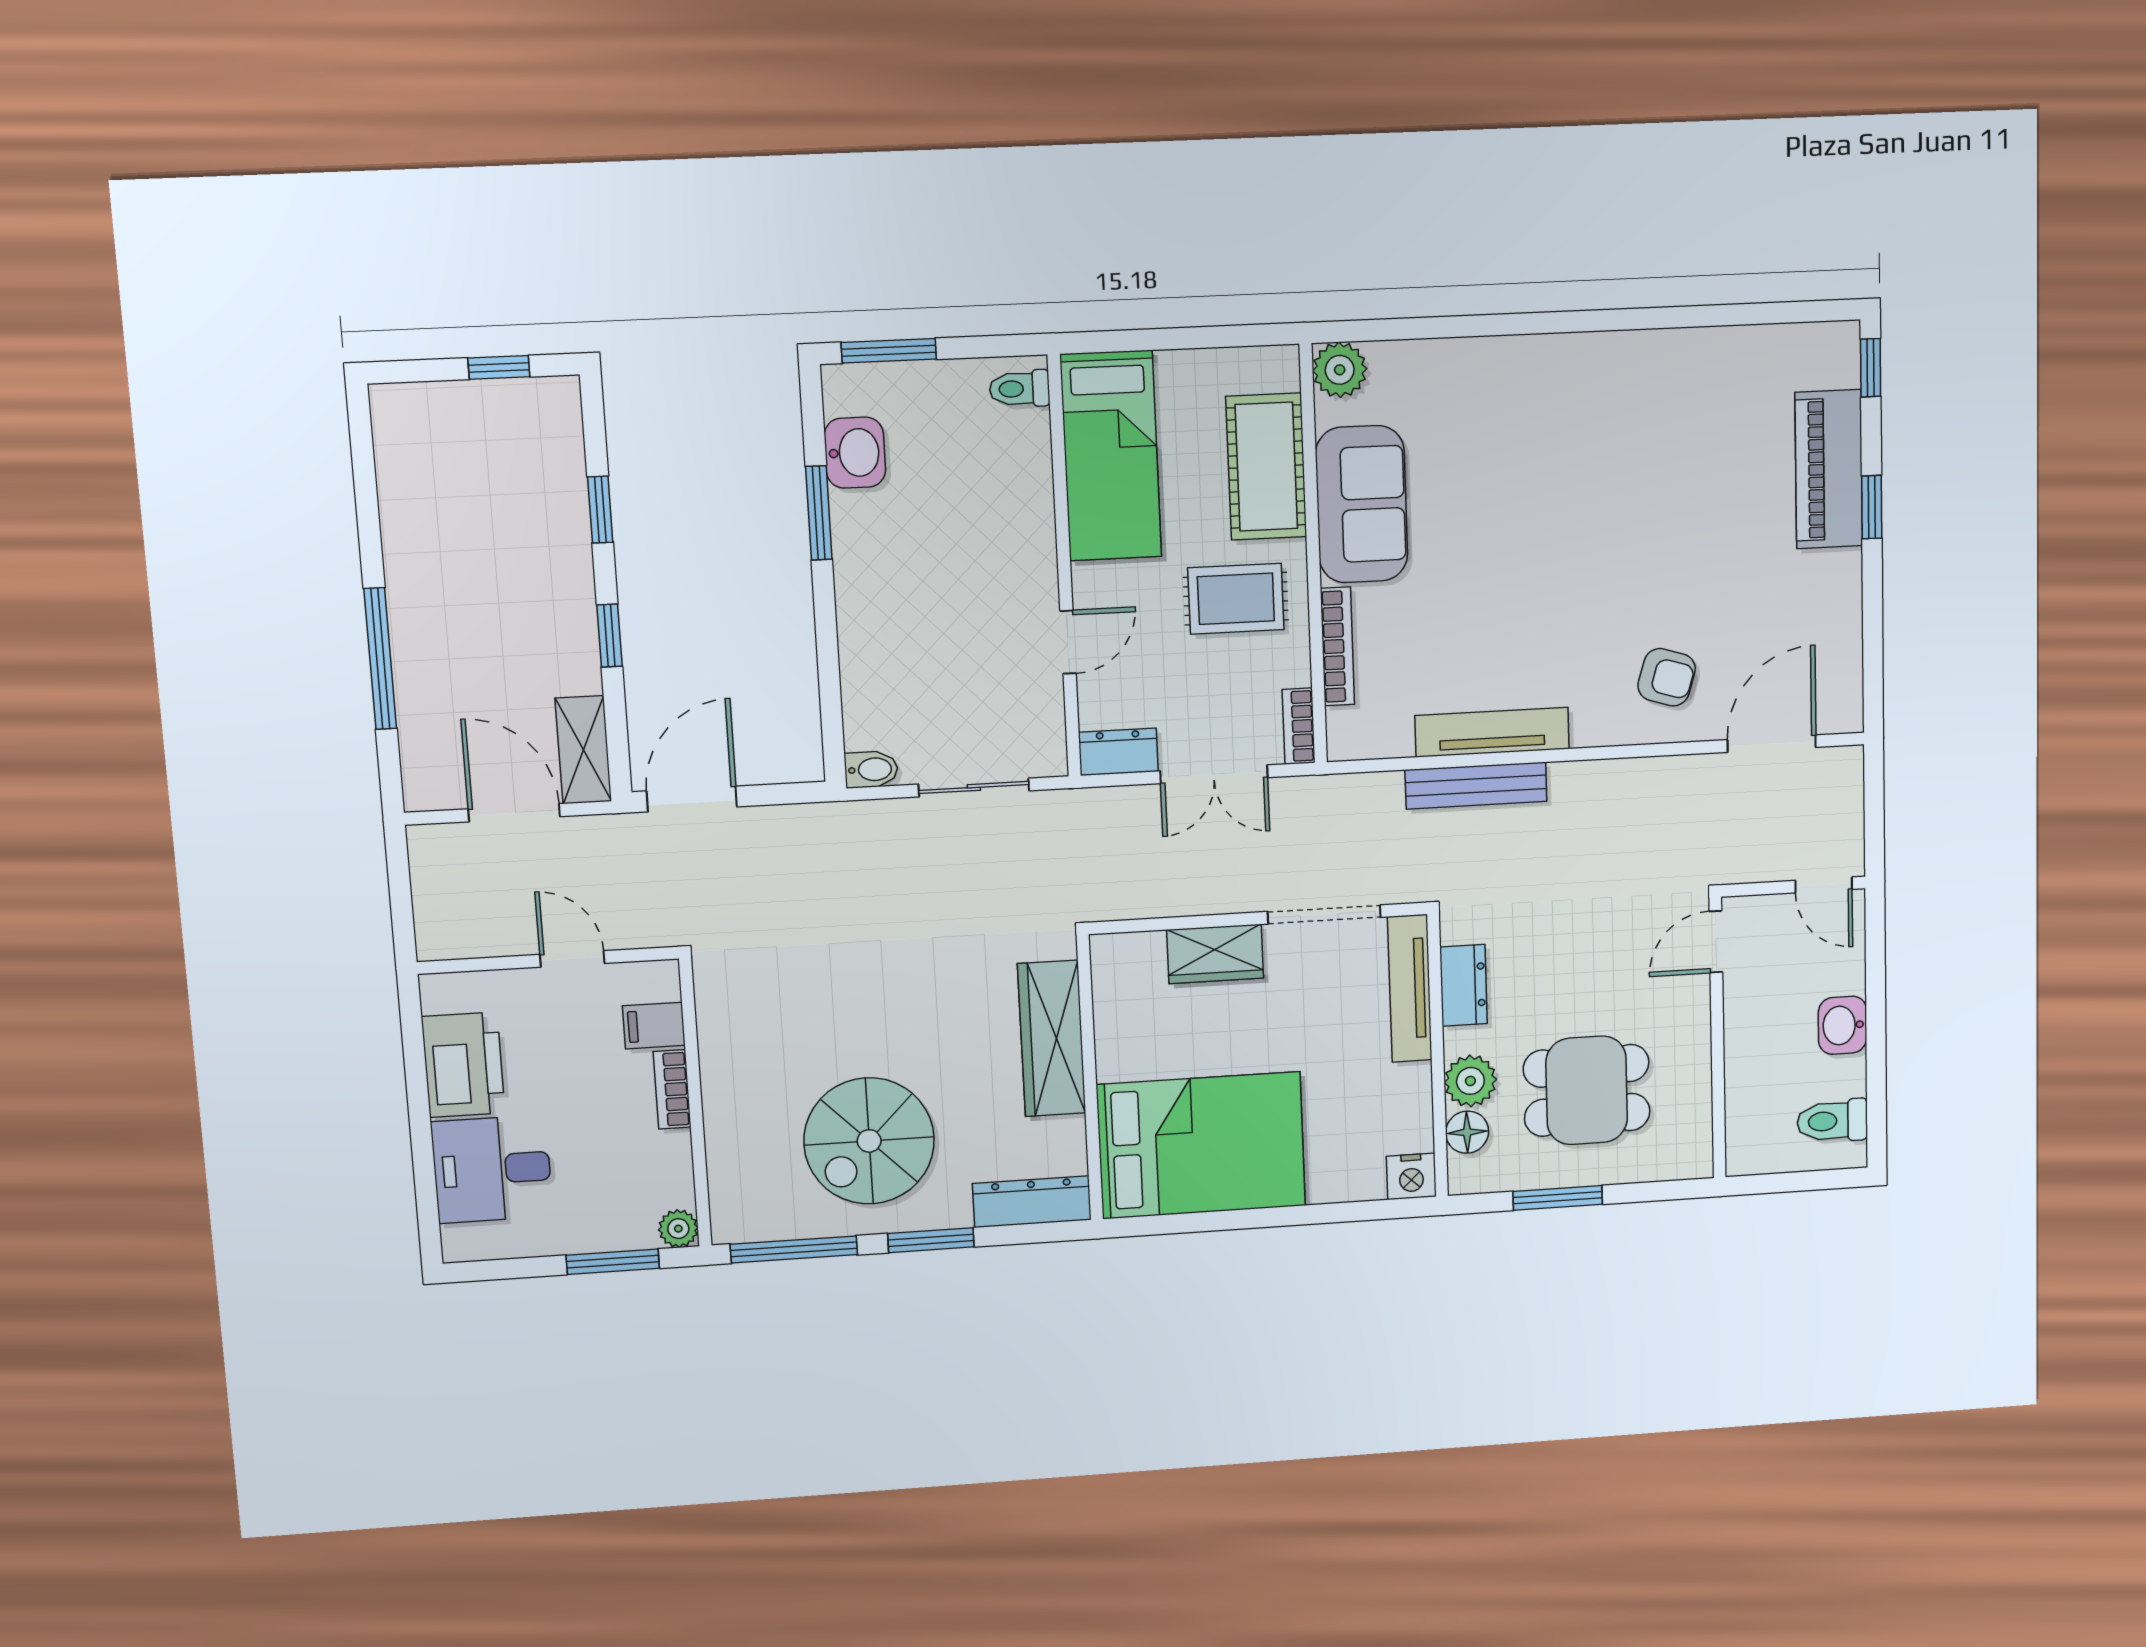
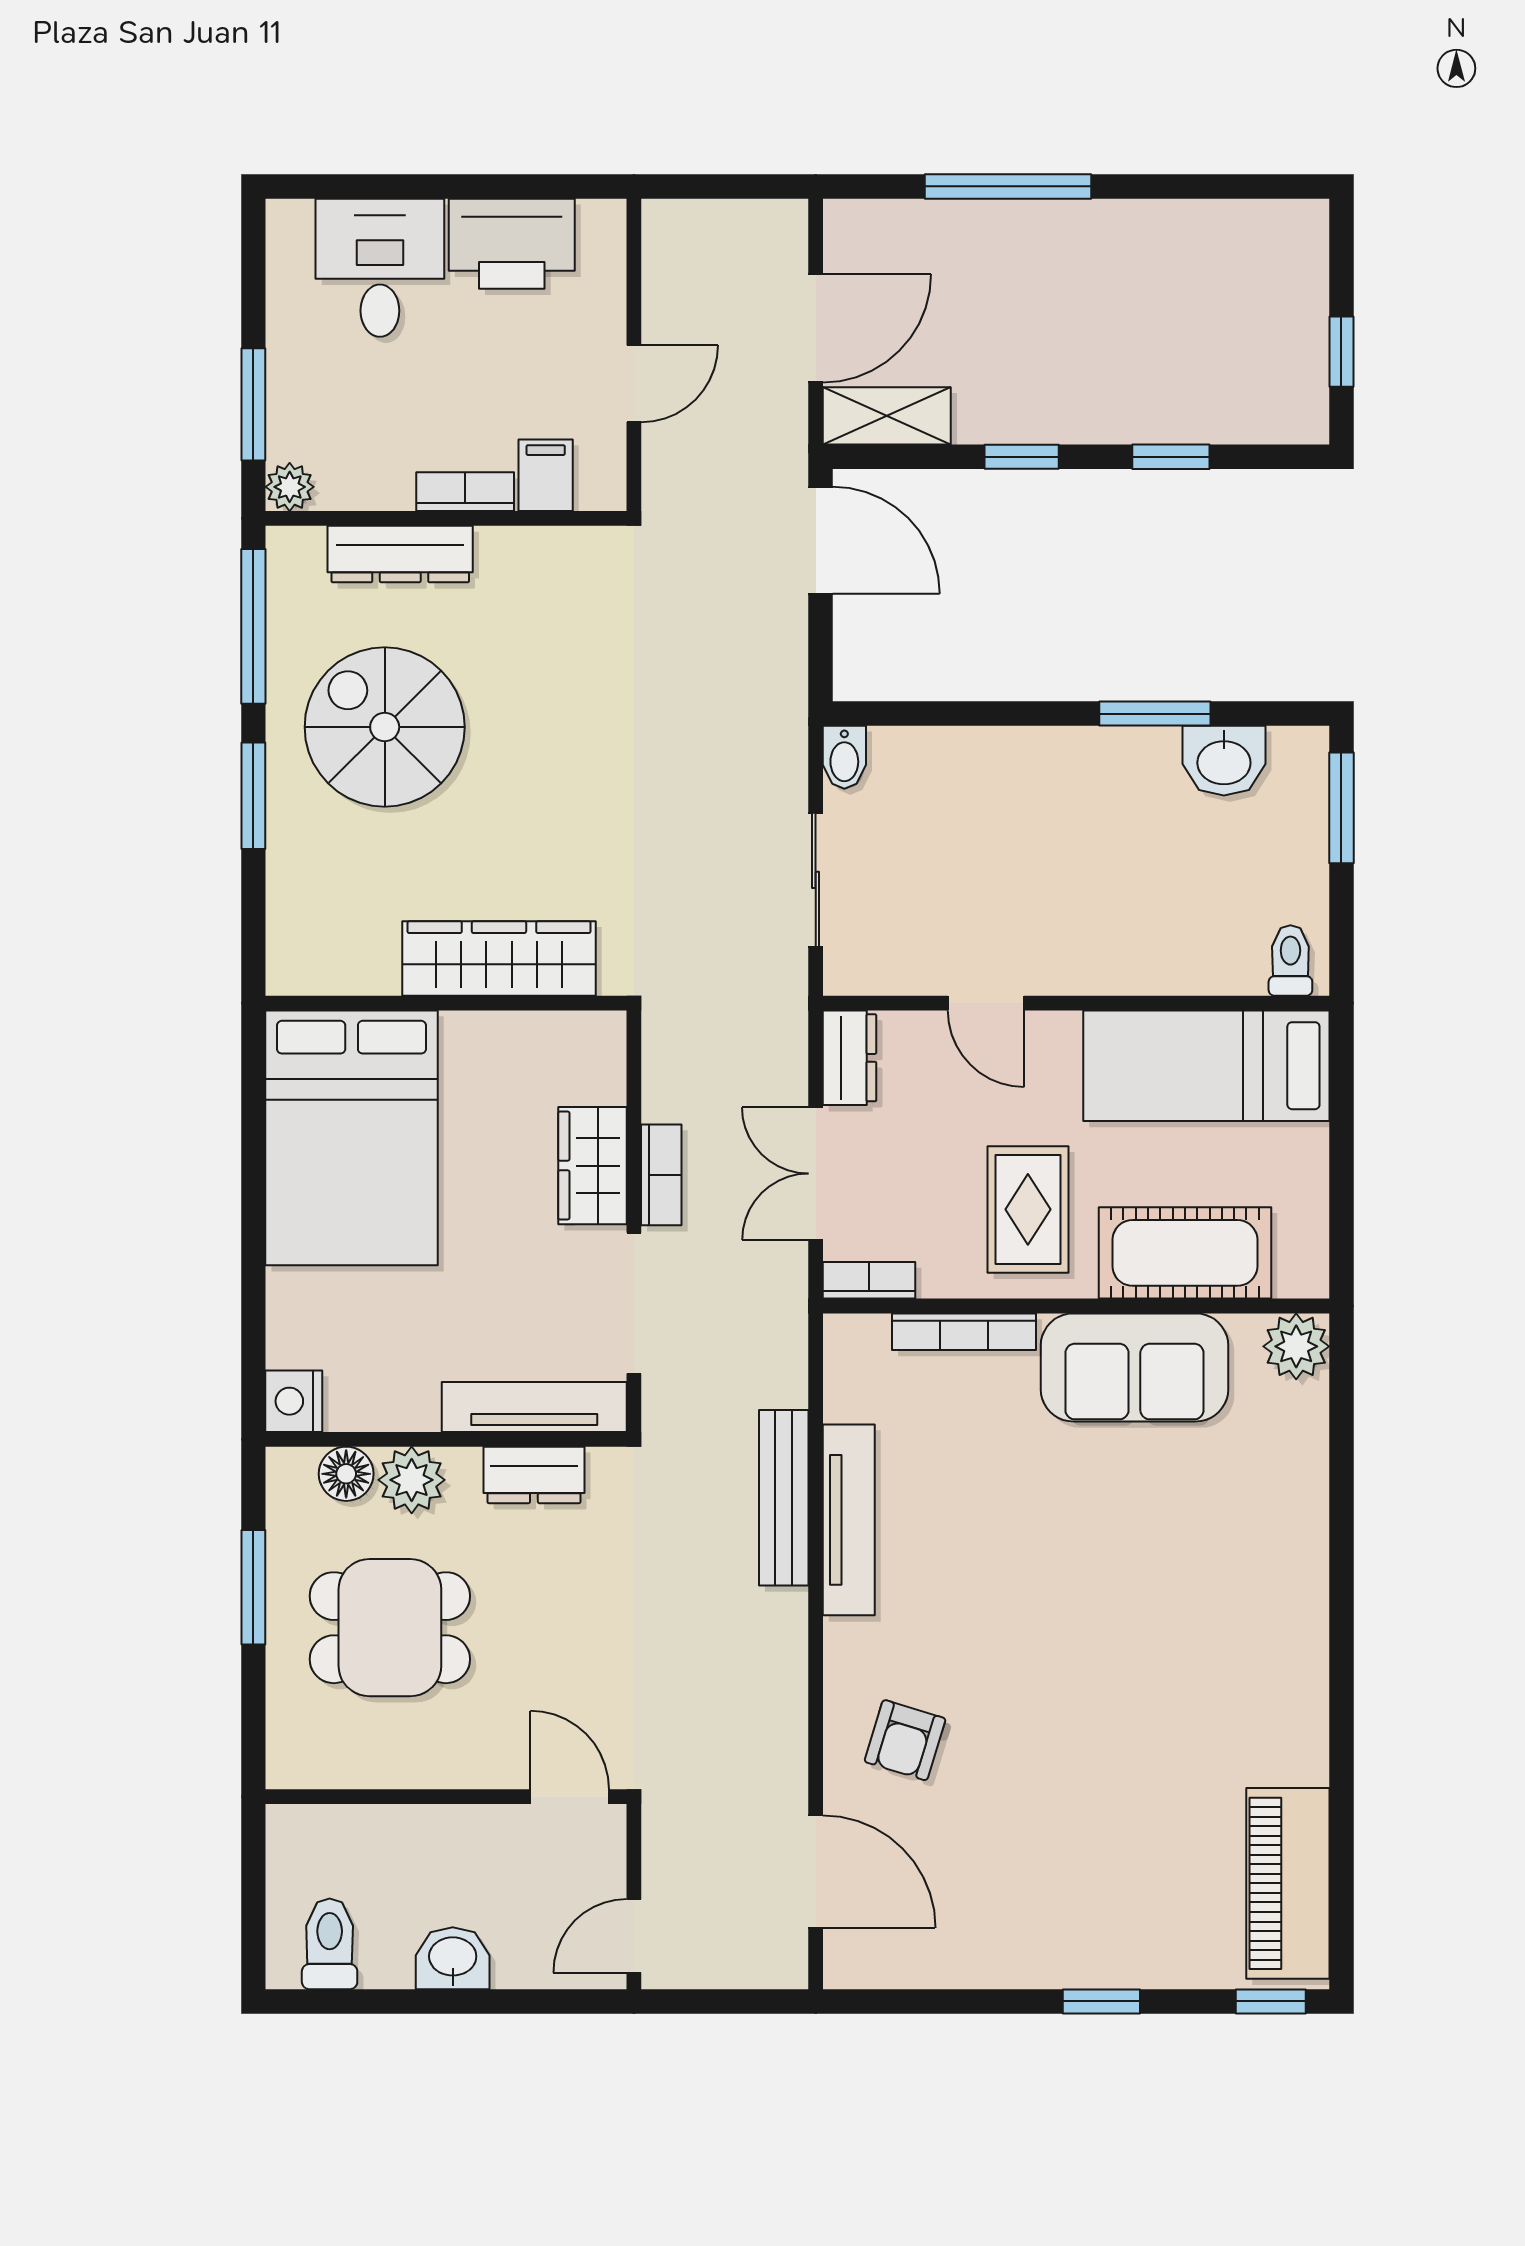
piano: (1829, 469) -> (1288, 1883), moved, turned -90
bookcase: (1220, 899) -> (661, 1175), added
dining table: (1587, 1090) -> (390, 1628), turned 90
dresser: (1032, 1202) -> (400, 554), moved, turned 90

